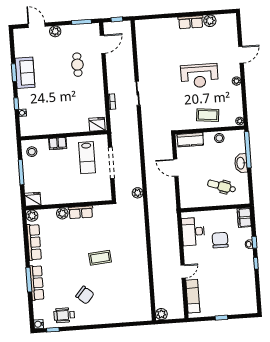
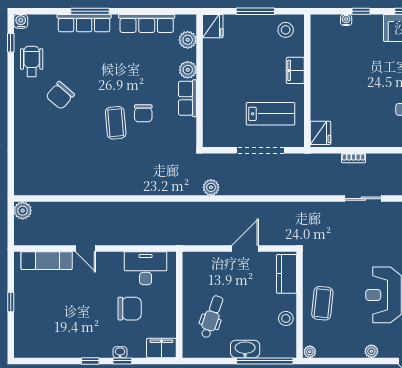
lab bench: (87, 158) -> (271, 114), turned 180
plant: (32, 216) -> (188, 40), moved
chair: (93, 240) -> (143, 113), added

